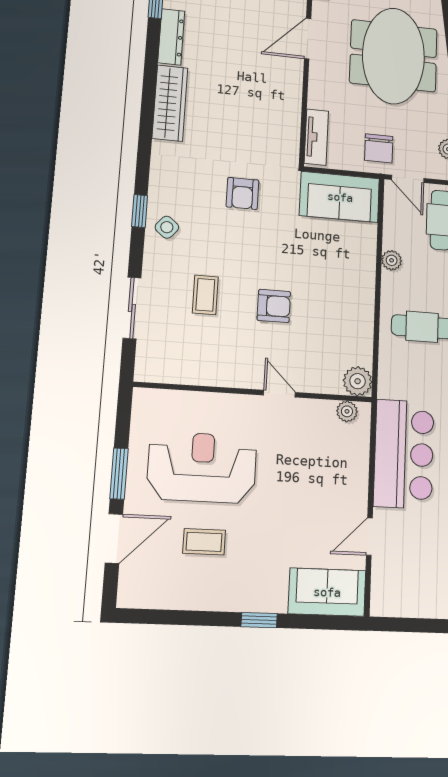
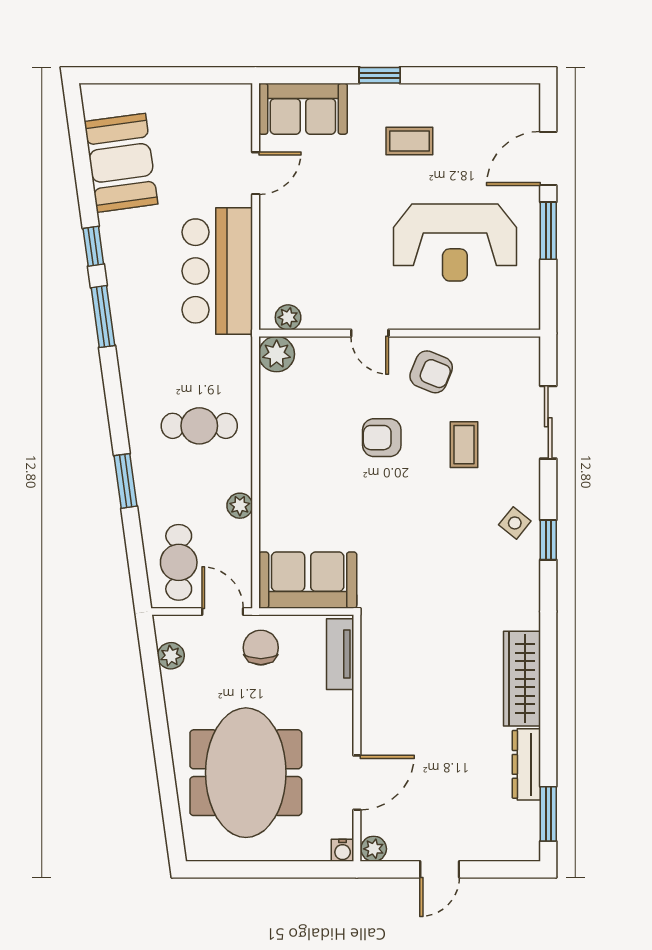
armchair: (242, 193) -> (431, 372), moved, turned 112
coffee table: (204, 542) -> (409, 141), moved

